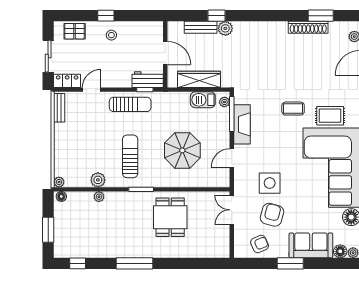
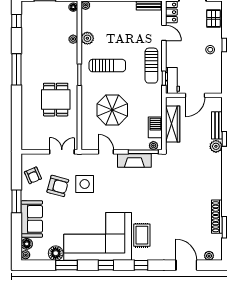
coffee table: (293, 109) -> (148, 204), removed
dining table: (170, 217) -> (56, 100), turned 90

